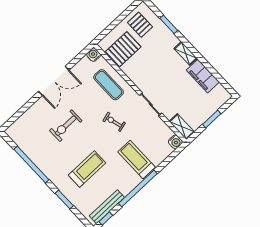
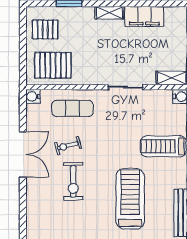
pallet: (123, 49) -> (53, 65), turned 90
exercise bike: (114, 122) -> (68, 146), moved
treadmill: (87, 169) -> (130, 199), width x1.37, depth x1.38

